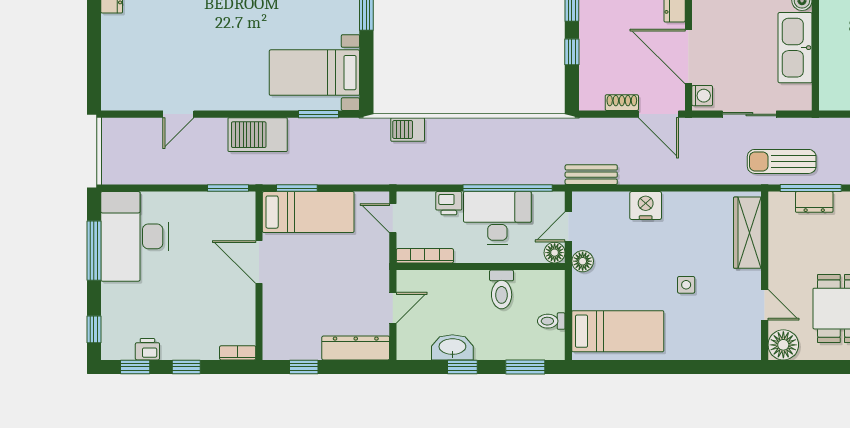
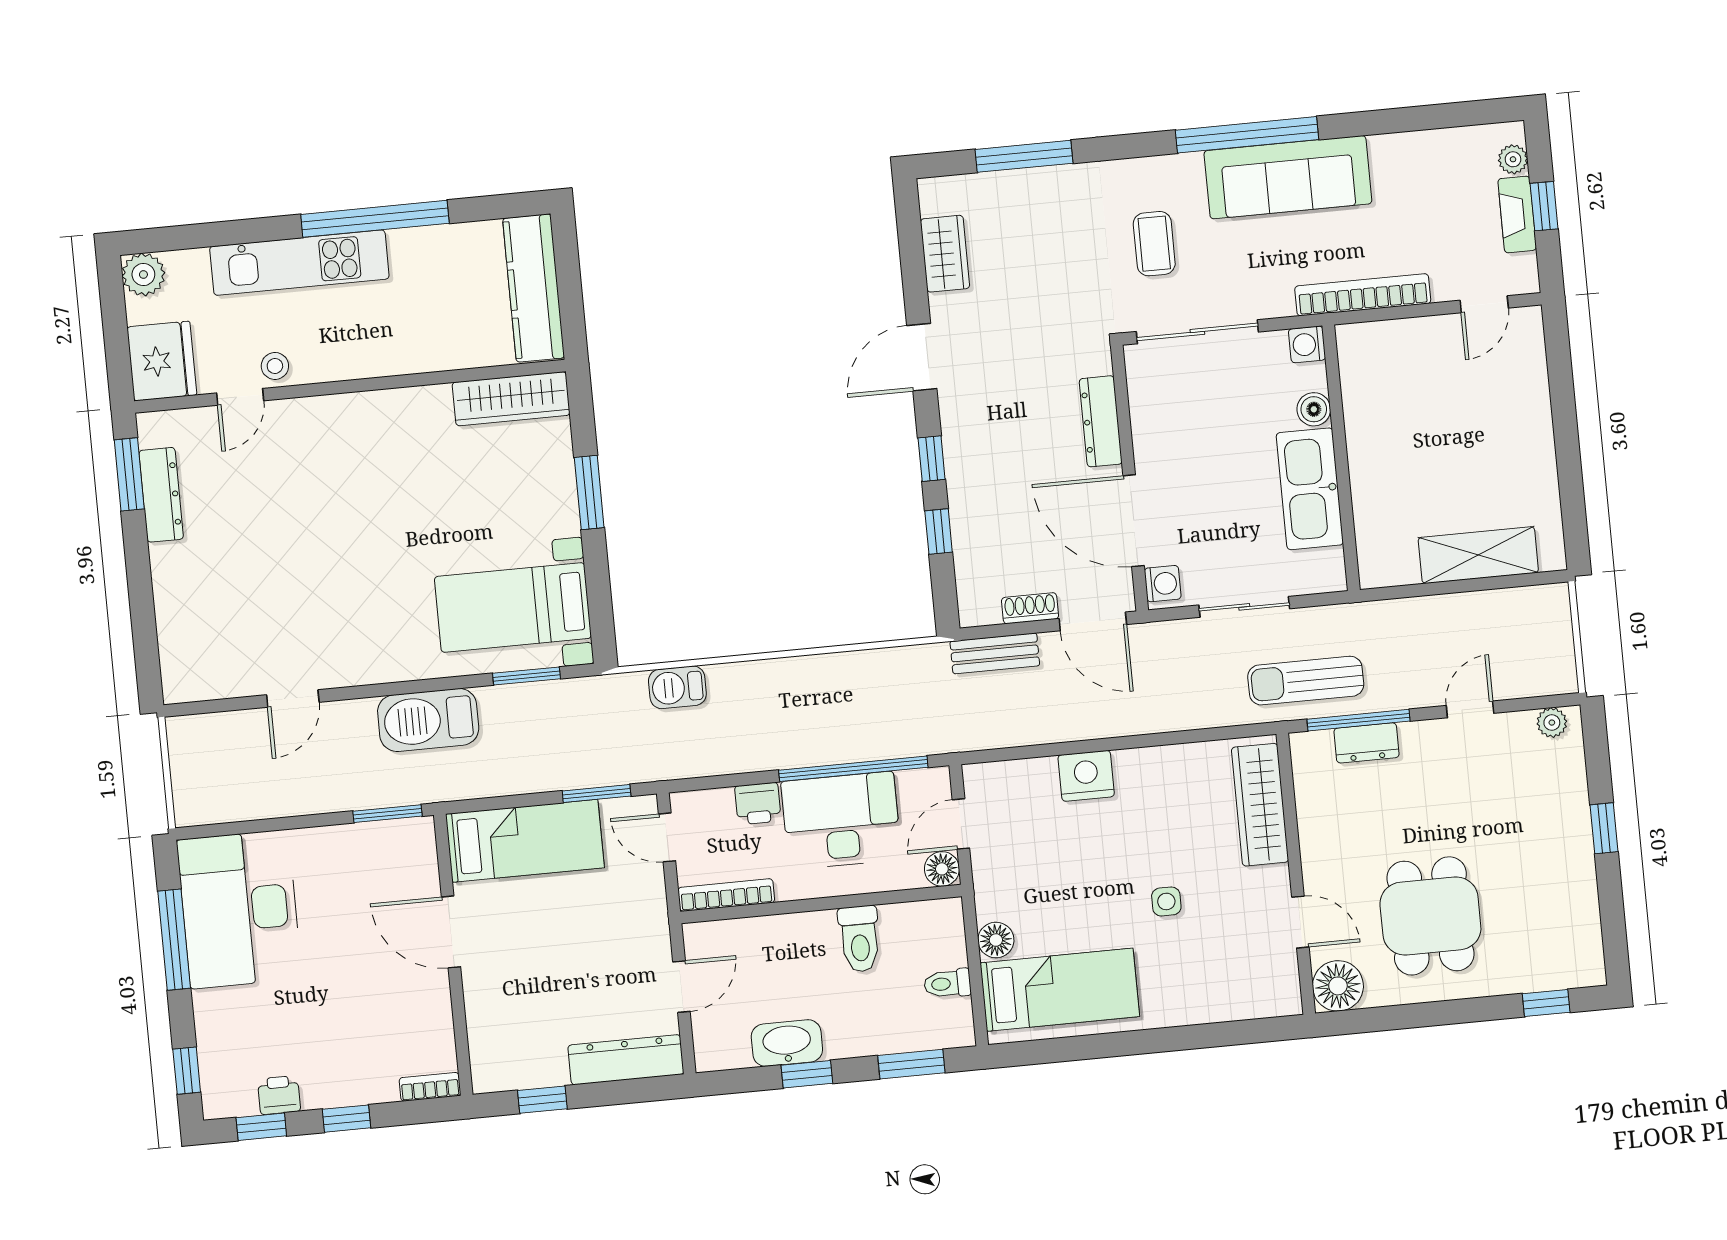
bench: (591, 175) -> (995, 653), moved
window: (297, 188) -> (597, 794), moved
floor lamp: (583, 261) -> (996, 940), moved

